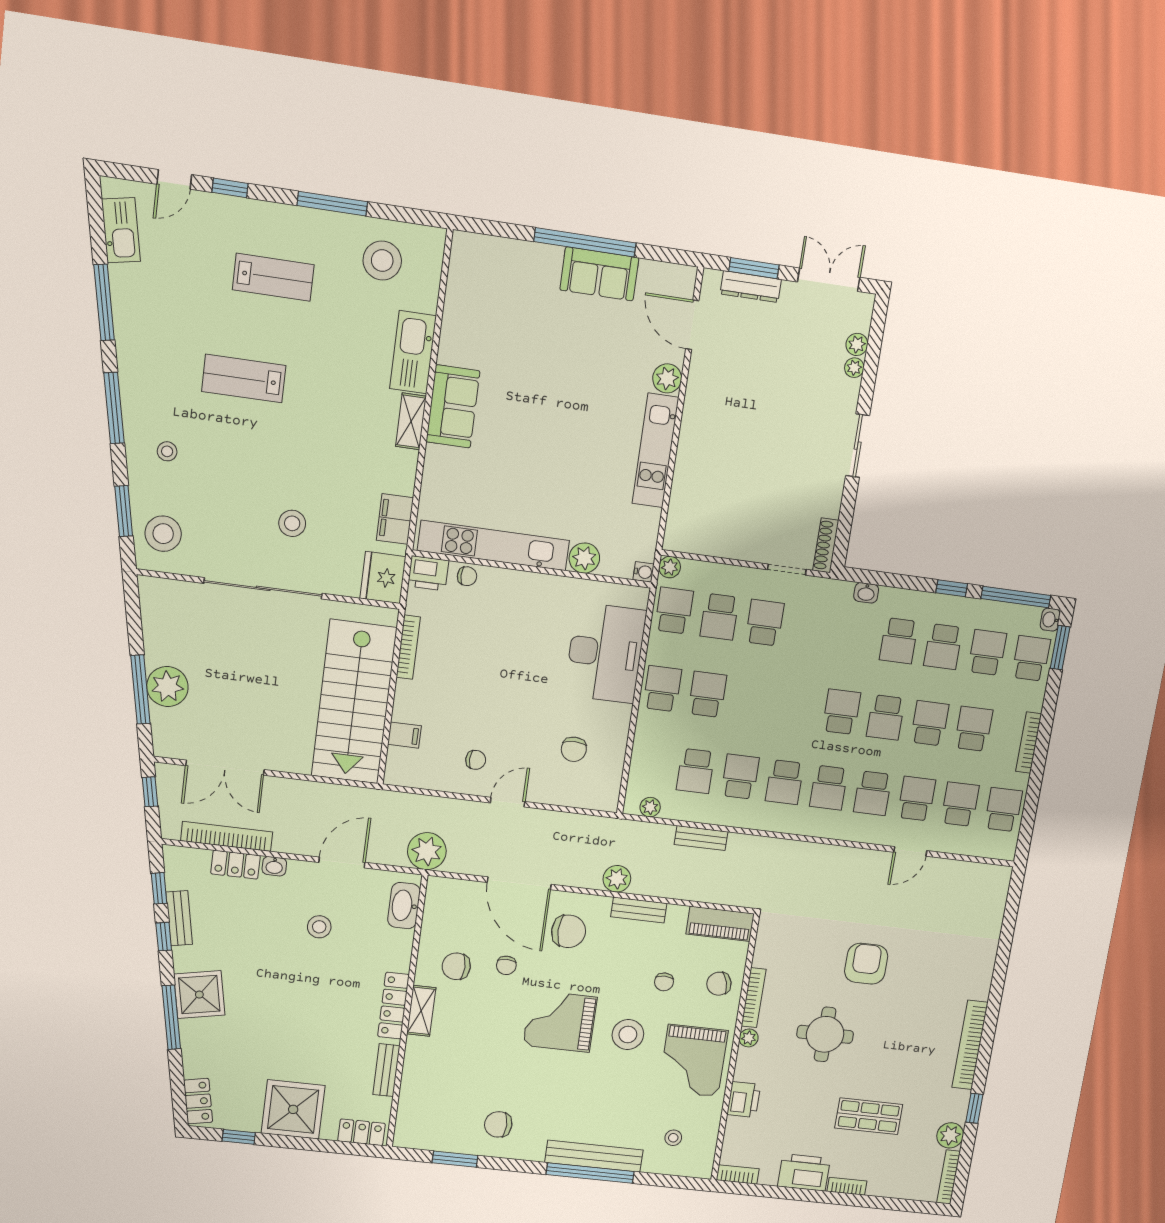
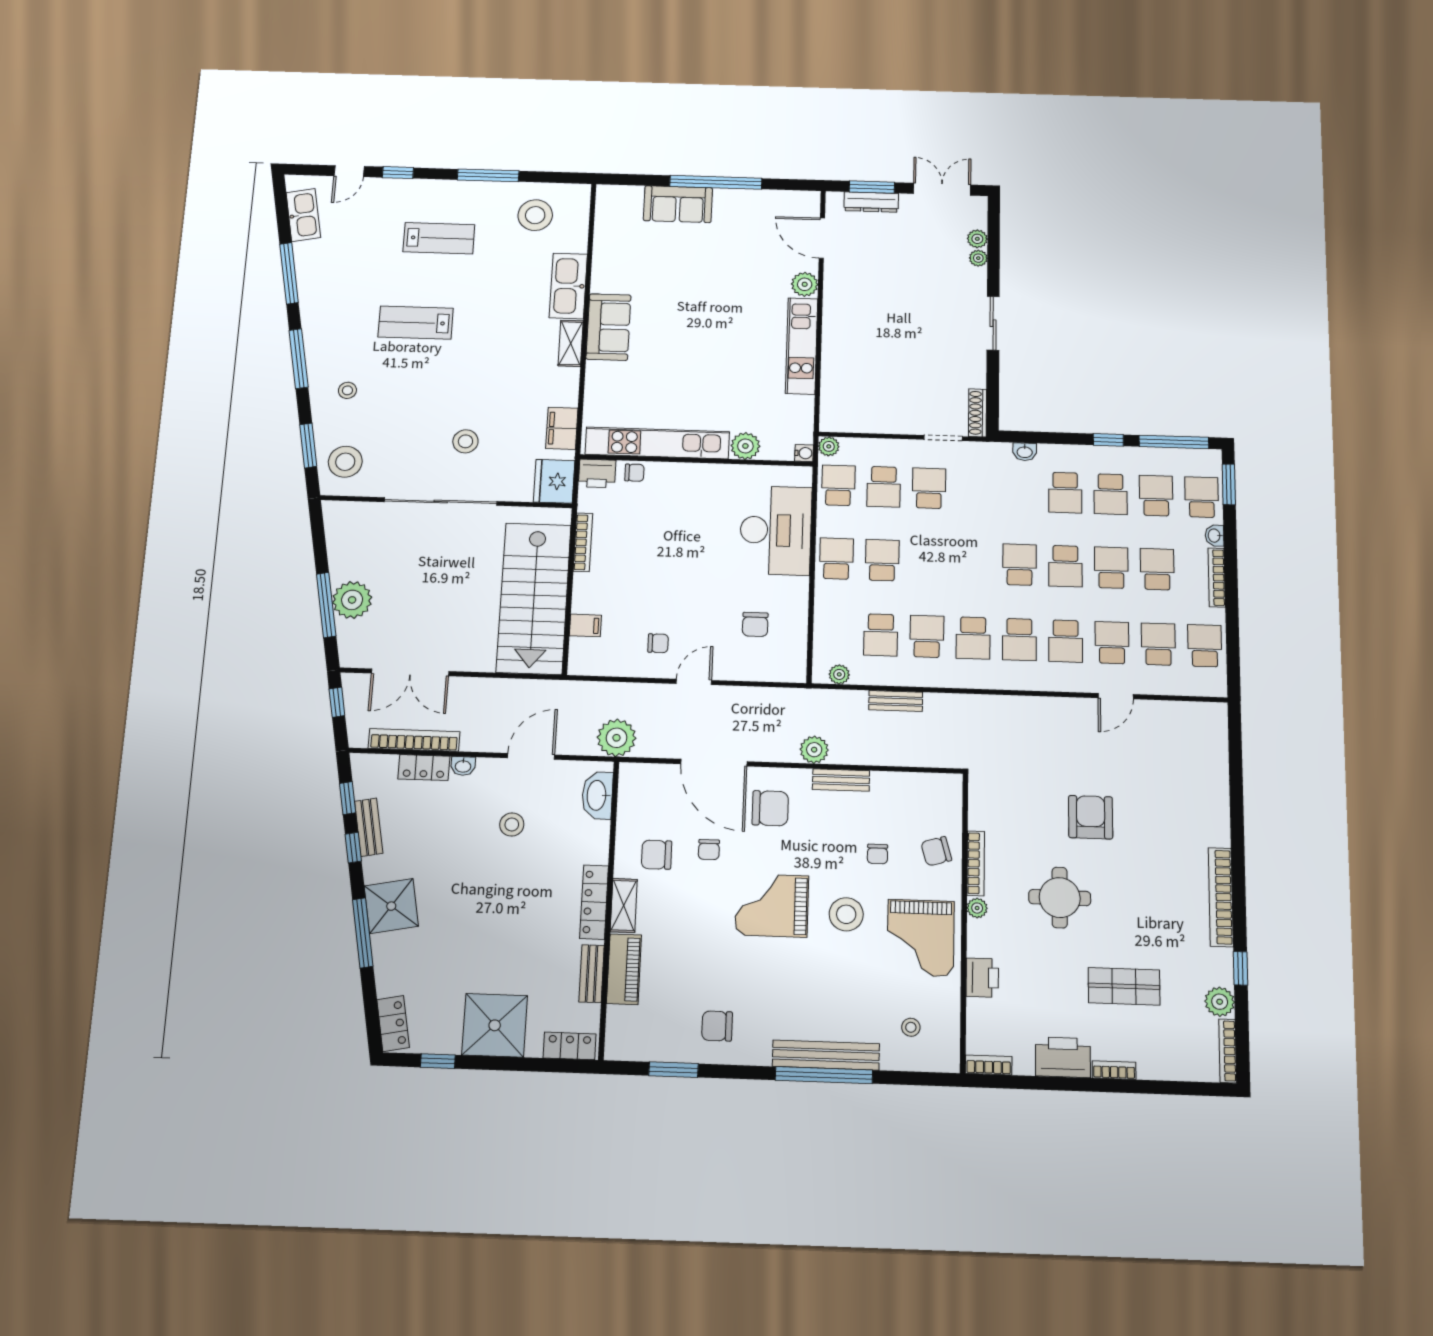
sofa: (599, 274) -> (678, 204), moved
washbasin: (1050, 620) -> (1215, 536), moved
piano: (720, 924) -> (624, 969), moved, turned -90

